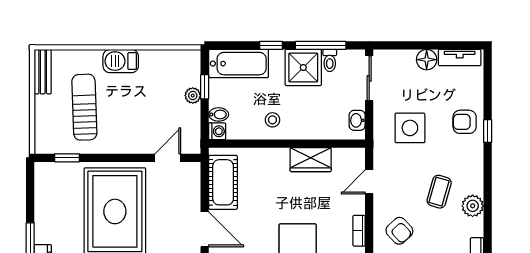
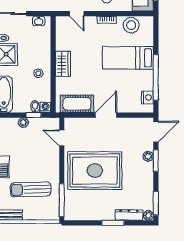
window: (205, 87) -> (34, 115), moved
window: (67, 158) -> (62, 200), width x2.17
wardrobe: (311, 160) -> (63, 64), moved

